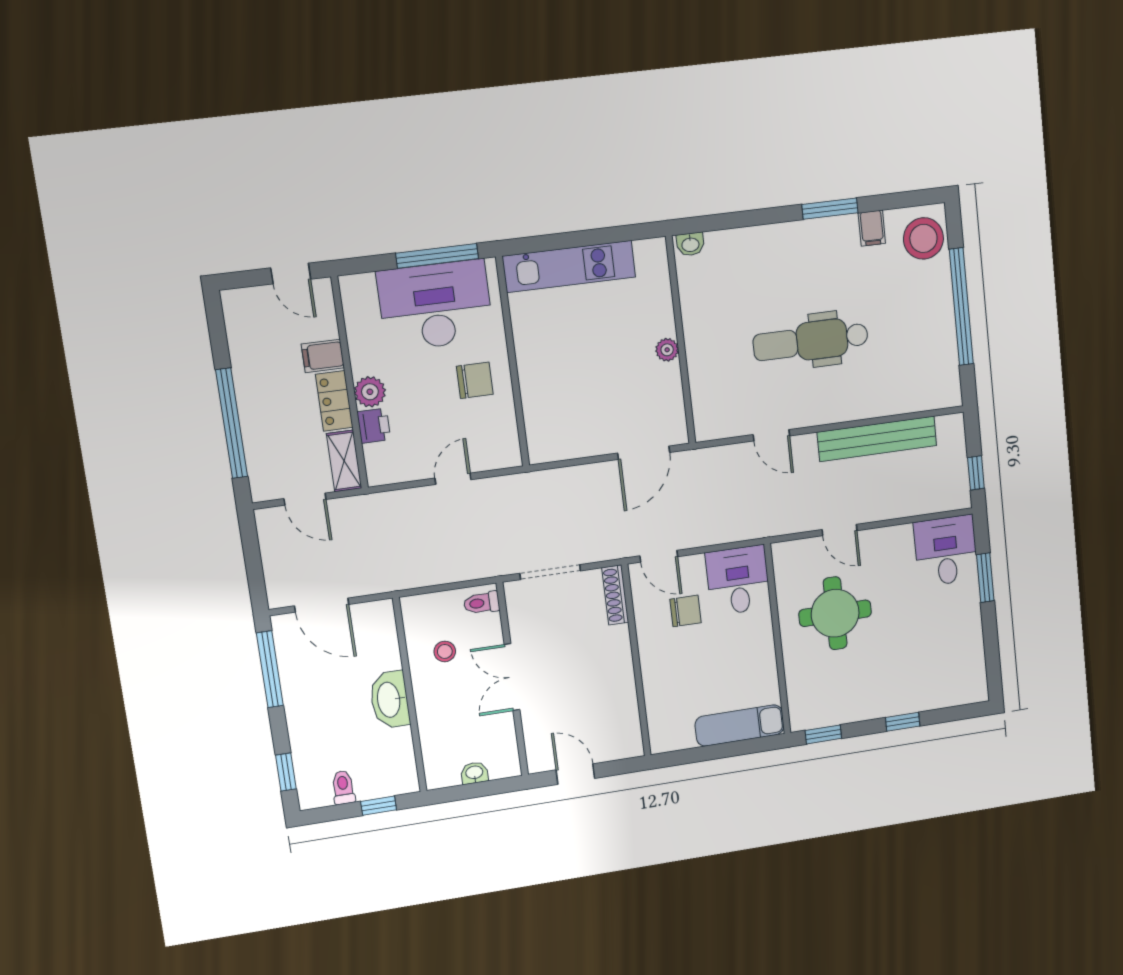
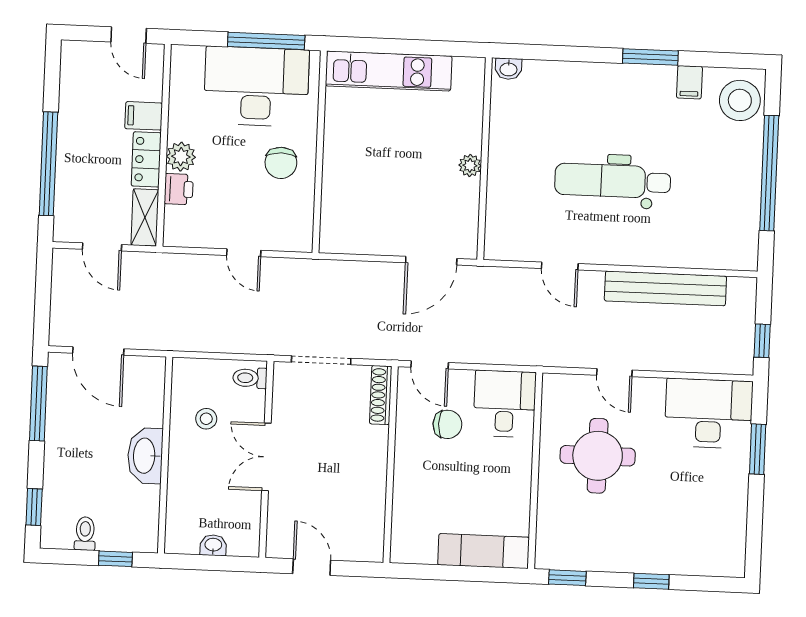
chair: (475, 380) -> (281, 163), turned 90
door: (453, 479) -> (244, 253), swing flipped
desk: (946, 551) -> (709, 413), width x1.37

